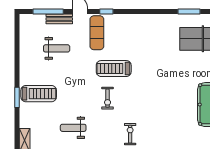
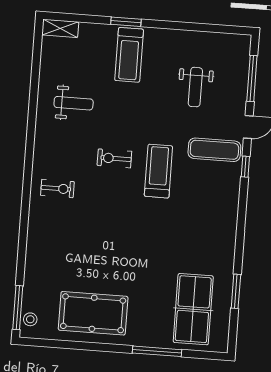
bench: (59, 19) -> (240, 94), removed
weight bench: (73, 128) -> (74, 103), turned 90

